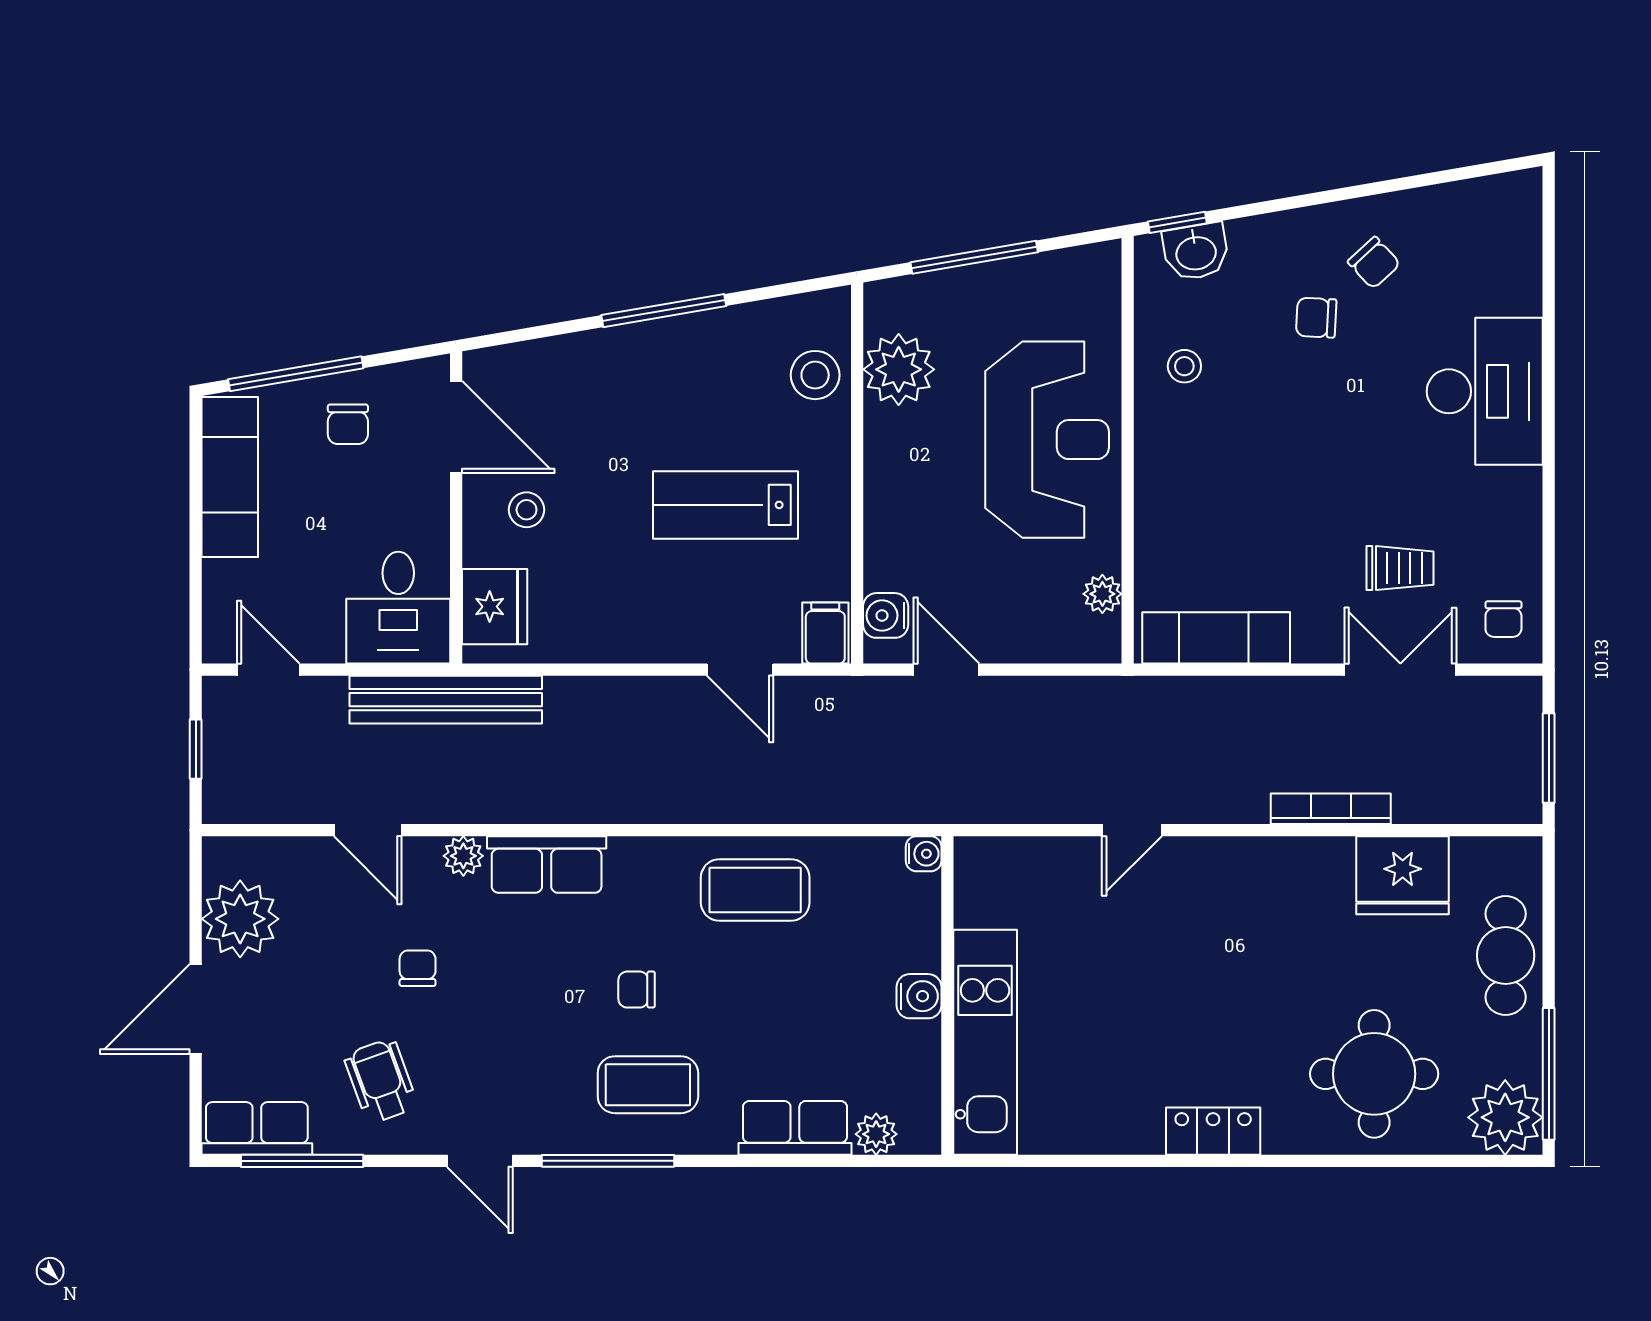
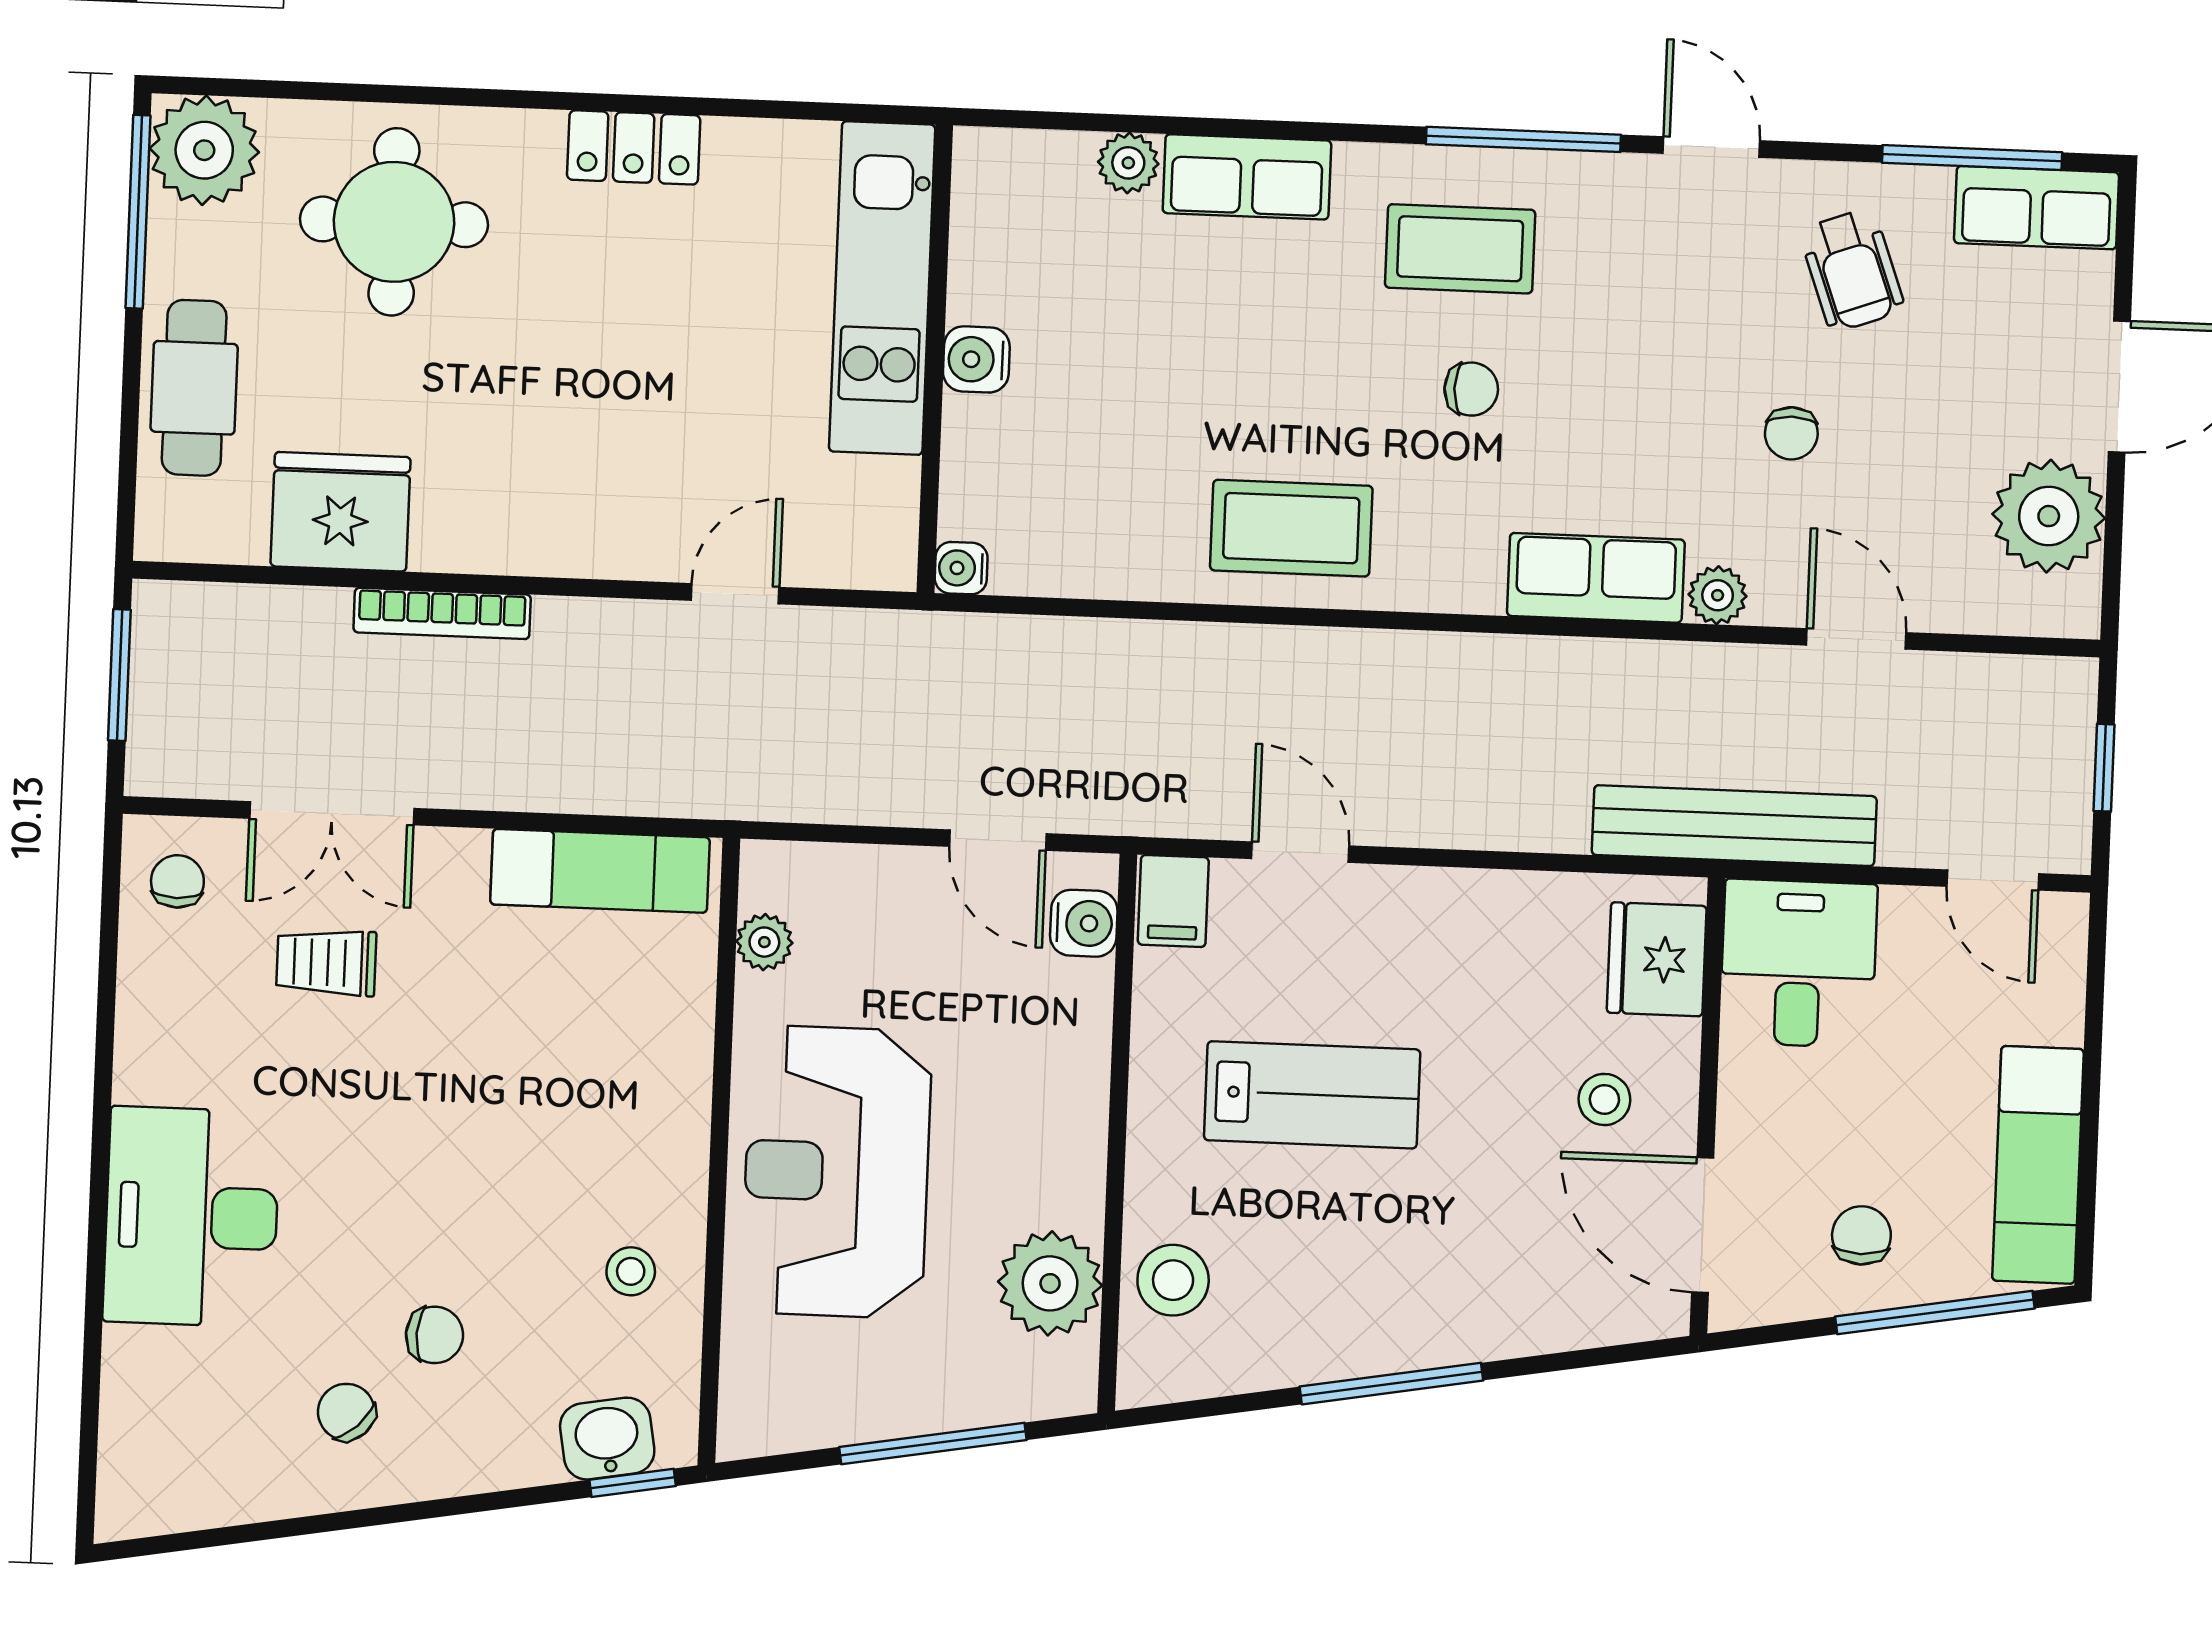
water cooler: (924, 854) -> (961, 568), moved
wall: (947, 995) -> (935, 359), moved
water cooler: (919, 996) -> (976, 359), moved
kitchen unit: (985, 1042) -> (882, 288), moved

